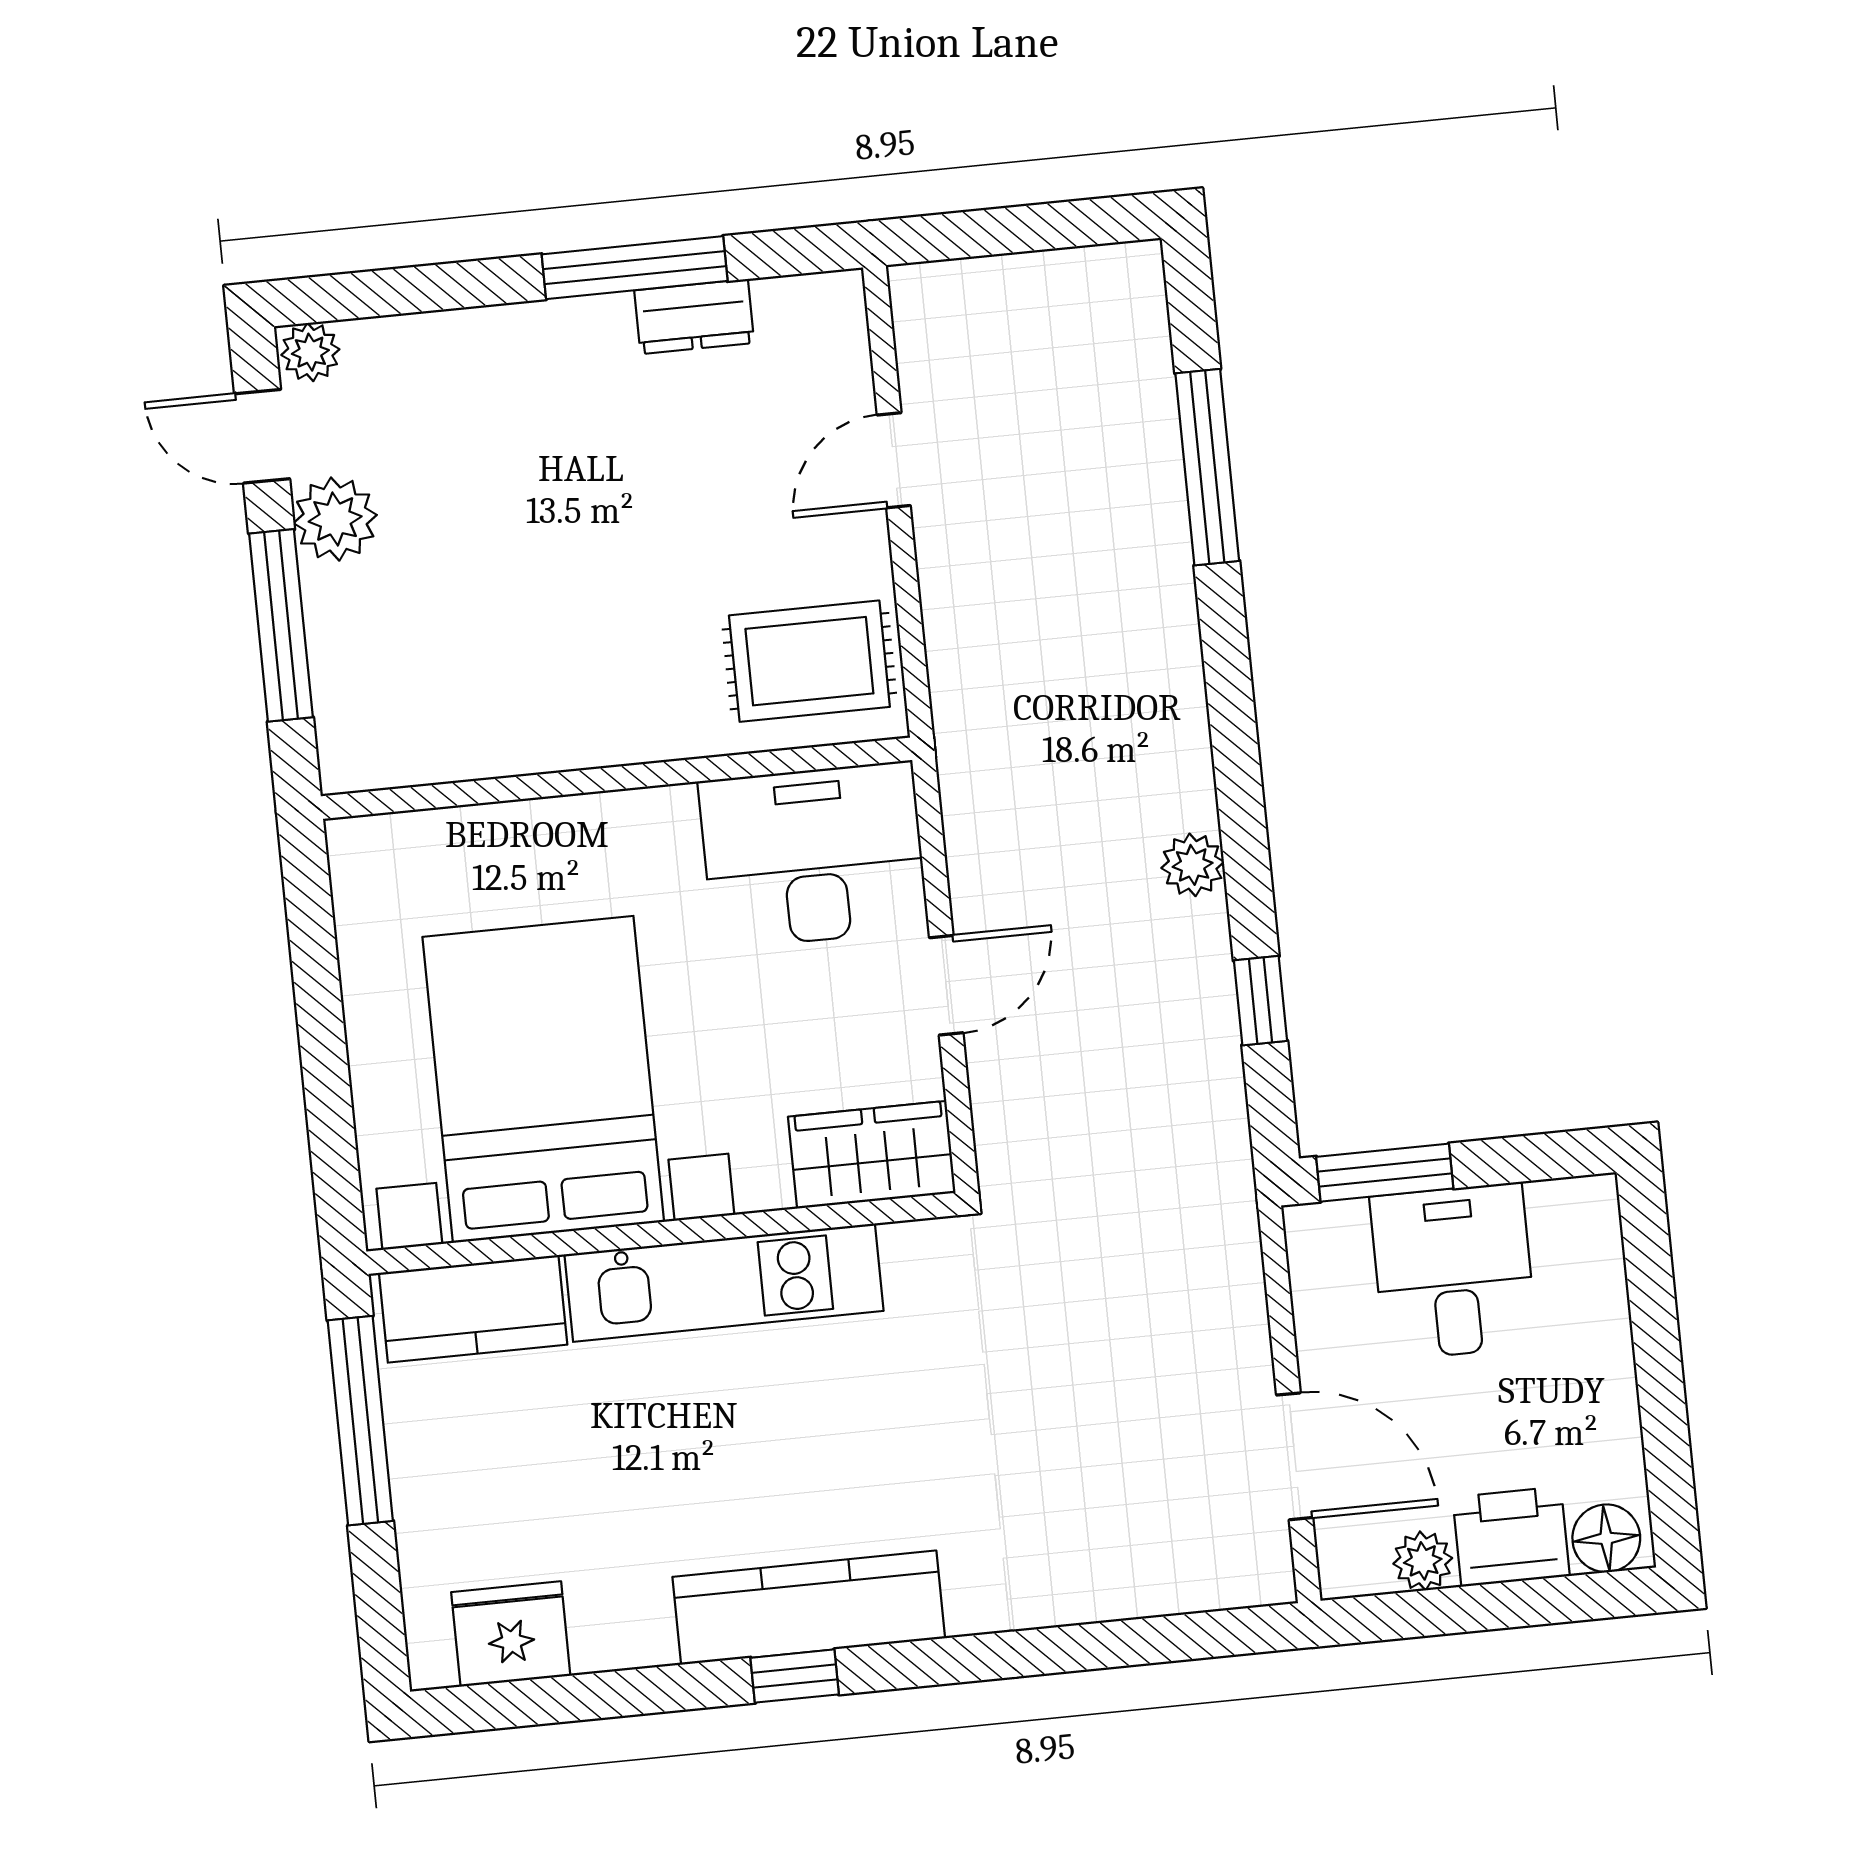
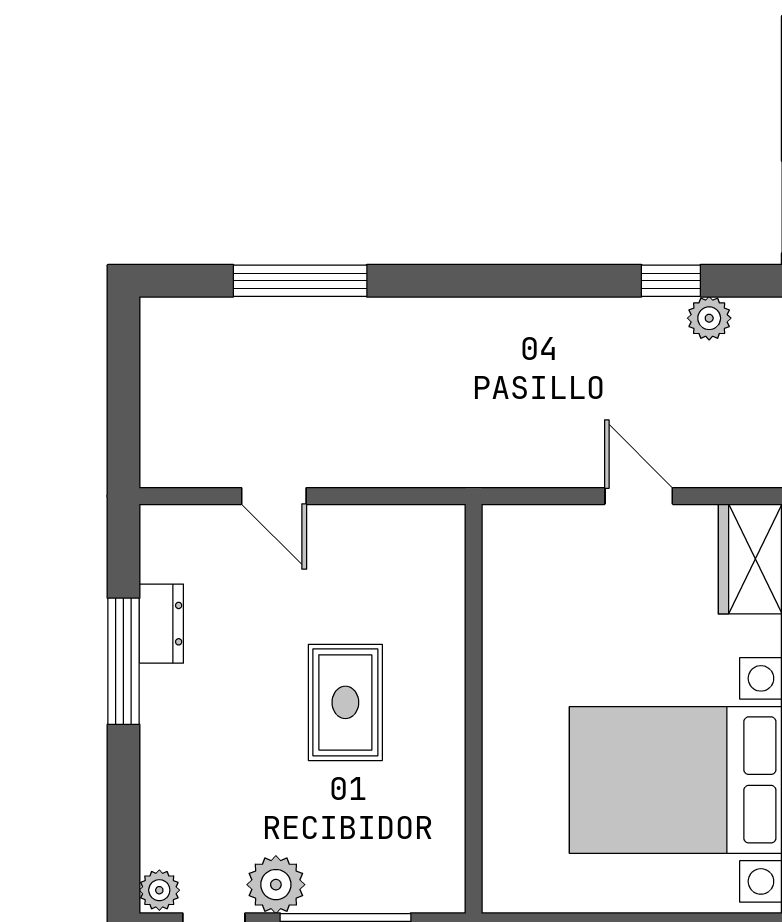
rug: (809, 661) -> (345, 702), moved
desk: (813, 855) -> (540, 579), removed
plant: (1193, 865) -> (709, 318), moved

